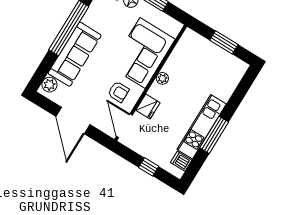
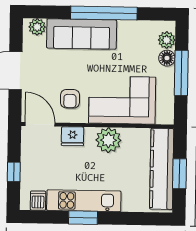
kitchen counter: (212, 54) -> (162, 169), added
plant: (162, 78) -> (108, 140), width x1.87, depth x1.87
door: (124, 126) -> (40, 124), hinge flipped
window: (214, 135) -> (83, 218), width x0.69

